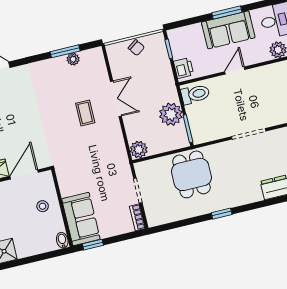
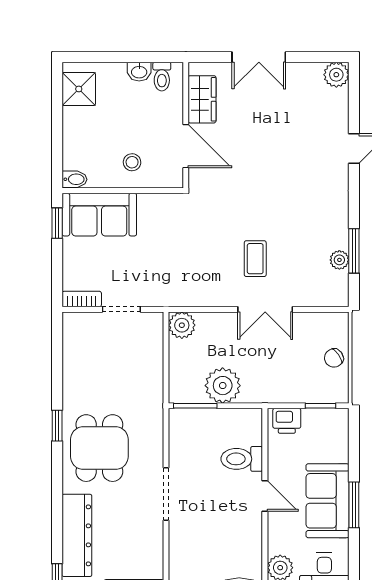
toilet: (195, 94) -> (242, 459), moved, turned 90
coffee table: (85, 113) -> (255, 259), turned 90
dining table: (191, 174) -> (99, 448), moved, turned 90

